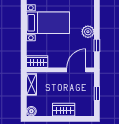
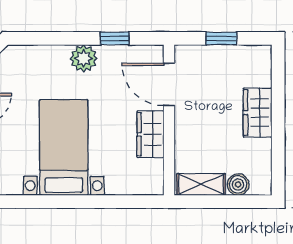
wardrobe: (37, 62) -> (150, 134), moved
boiler: (31, 111) -> (238, 185), moved

